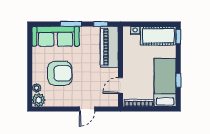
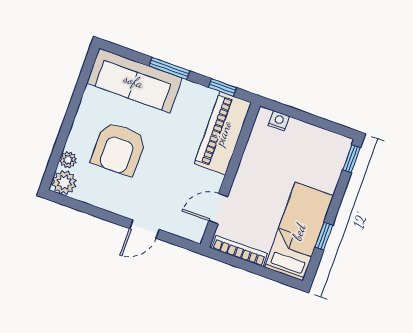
cot: (158, 36) -> (317, 145), removed
armchair: (60, 73) -> (119, 149), turned 90

